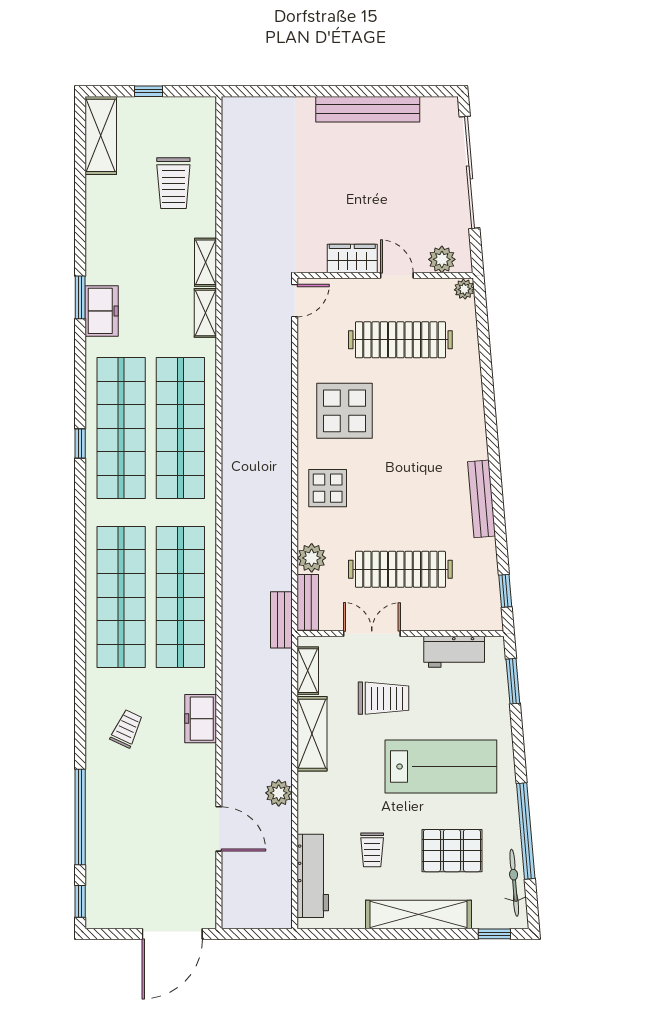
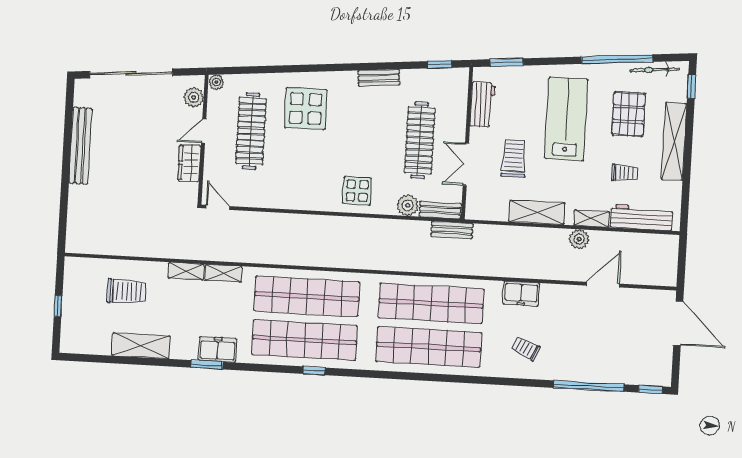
shelving: (101, 135) -> (141, 346), moved
display table: (345, 411) -> (306, 108), moved
bench: (482, 499) -> (379, 78), width x0.73
shelving: (308, 671) -> (592, 218), moved

